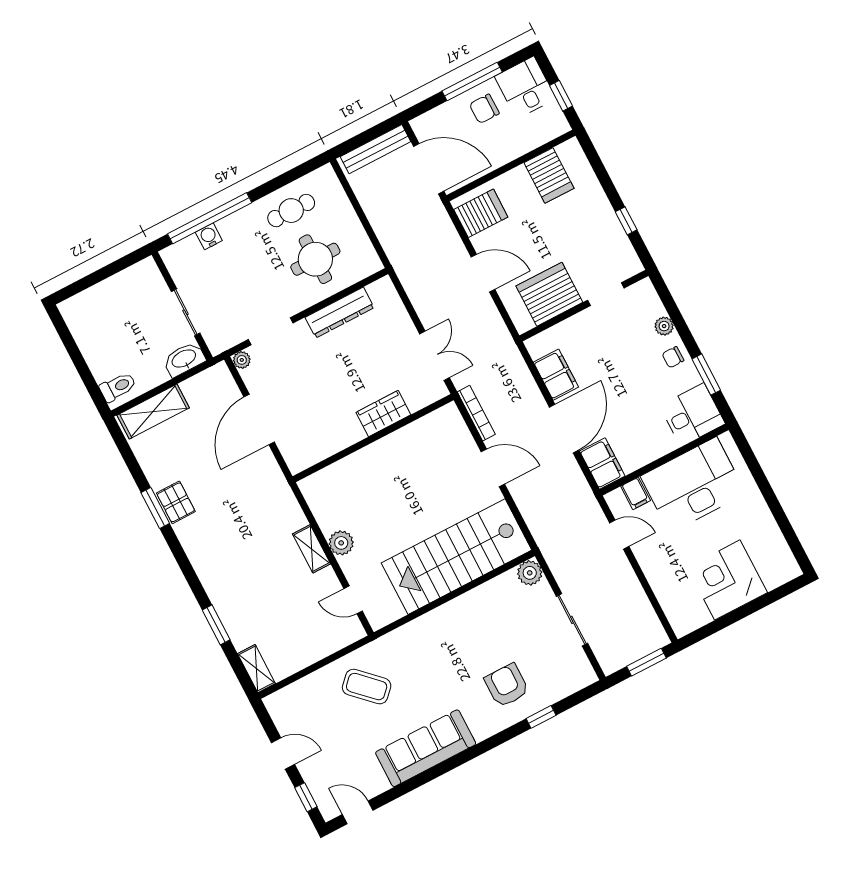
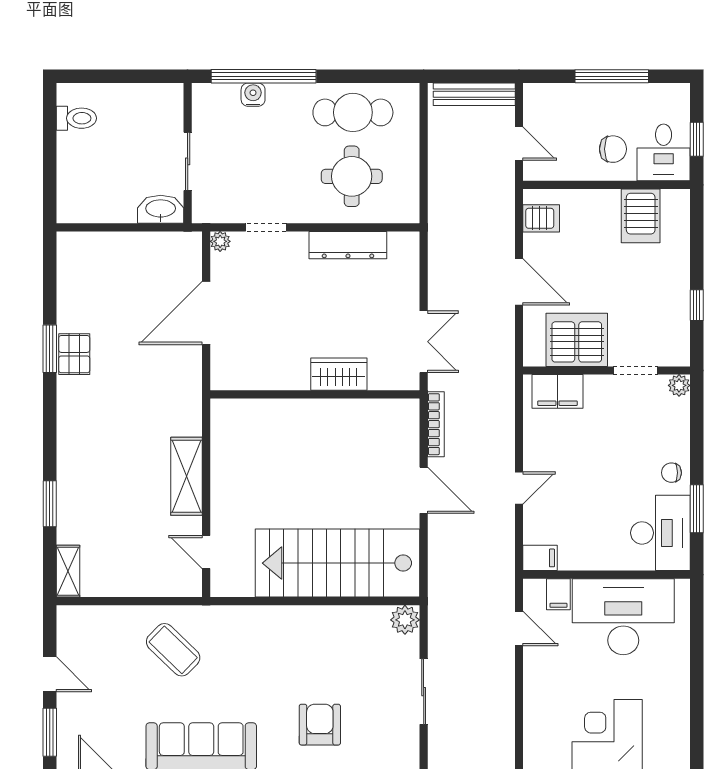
desk: (525, 88) -> (664, 152), moved, turned 180
chair: (484, 109) -> (613, 149), moved, turned 180
door: (429, 169) -> (519, 144), width x0.53
cafe table: (291, 211) -> (353, 112), width x1.37, depth x1.35
server rack: (481, 213) -> (541, 218), width x0.73, depth x0.70
plant: (664, 326) -> (679, 385), moved
doorway: (271, 331) -> (266, 227), width x0.73
filing cabinet: (556, 375) -> (557, 391), moved, turned 90
toilet: (118, 387) -> (76, 118), moved
shelving: (153, 412) -> (100, 247), removed
desk: (692, 415) -> (660, 533), width x1.37
door: (564, 429) -> (519, 488), width x0.53
filing cabinet: (602, 464) -> (540, 558), width x0.50
plant: (341, 543) -> (225, 486), removed
shelving: (311, 549) -> (186, 476), width x1.50, depth x1.33
window: (306, 797) -> (50, 732), width x1.50

